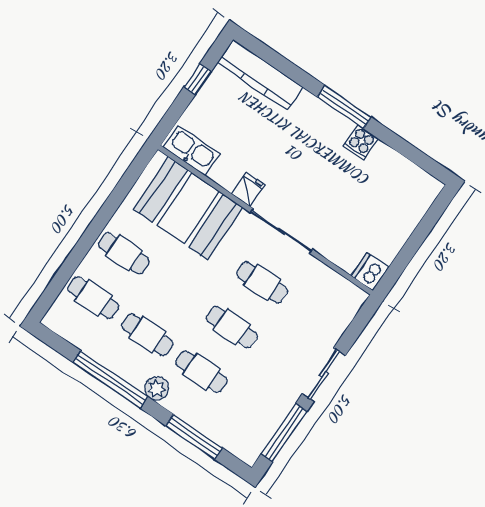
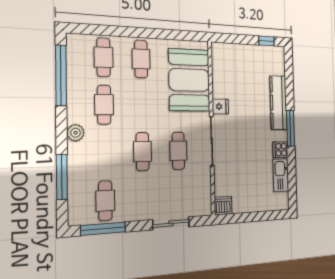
kitchen counter: (260, 75) -> (278, 103), moved
window: (197, 79) -> (267, 41), moved
kitchen sink: (192, 151) -> (281, 175), moved, turned 180
cafe table: (201, 372) -> (105, 201), moved
sliding door: (324, 375) -> (171, 223), moved
window: (110, 379) -> (61, 75), moved

